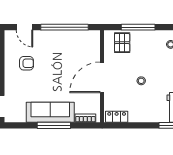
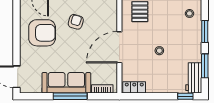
armchair: (59, 53) -> (76, 22), added
armchair: (27, 63) -> (42, 33), width x1.88, depth x1.88

